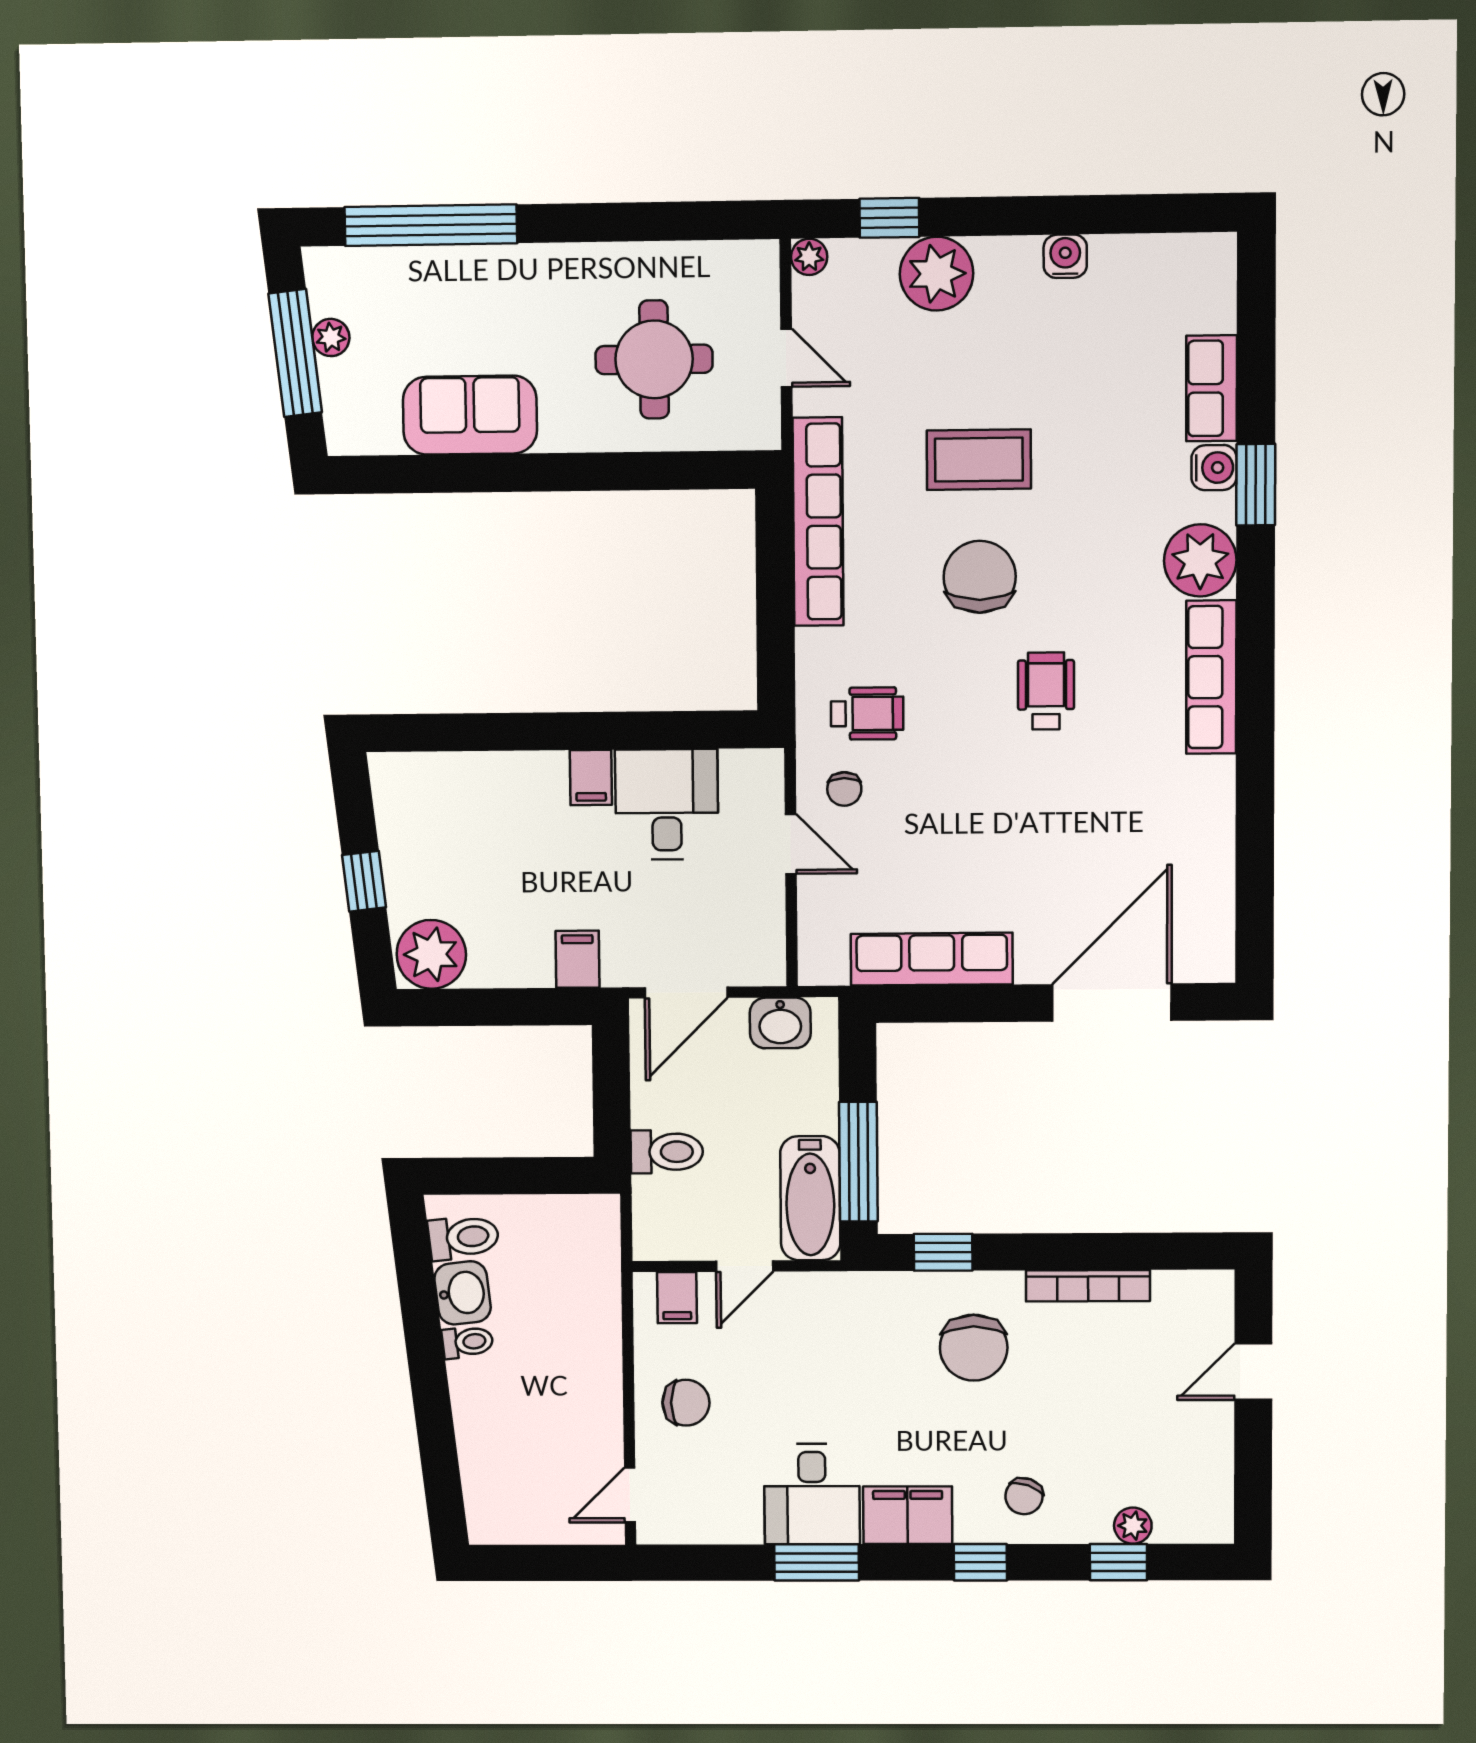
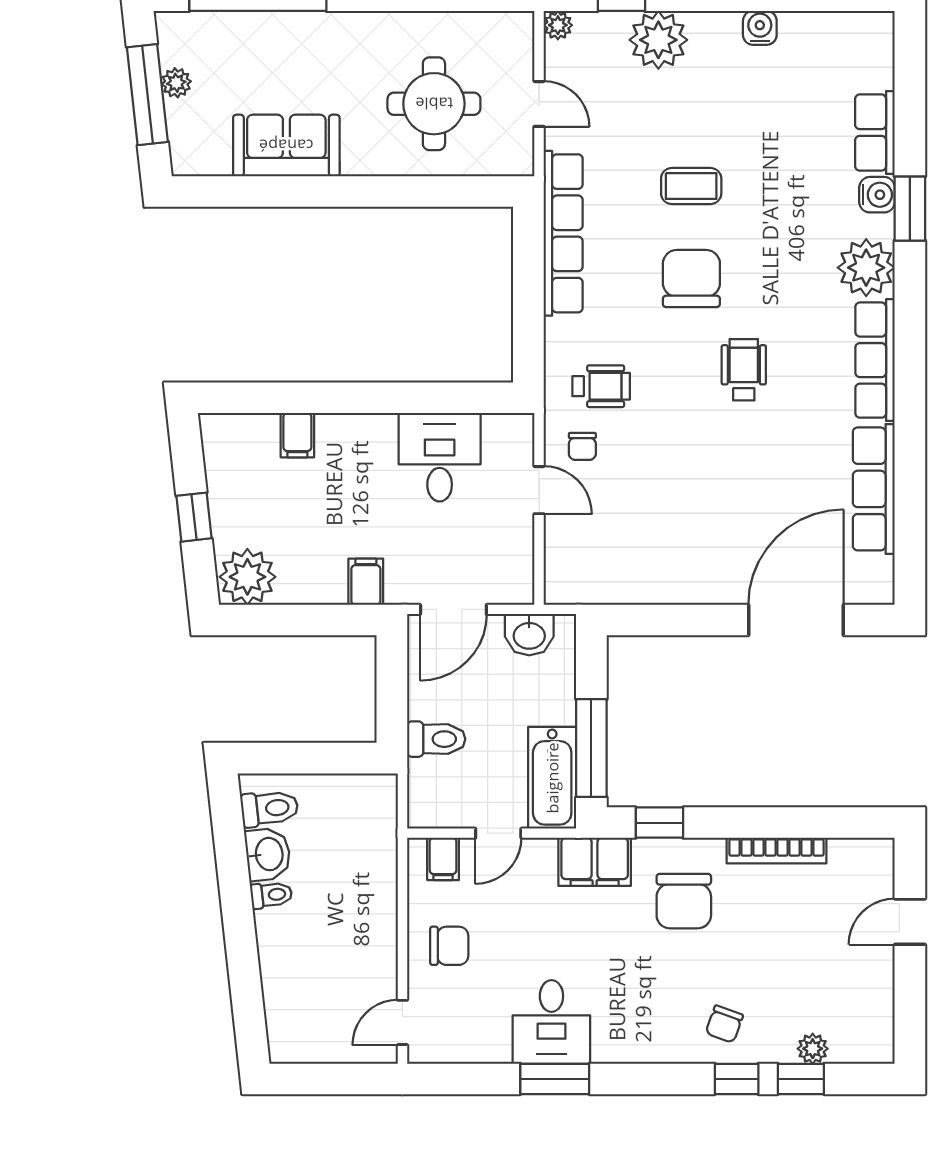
coffee table: (979, 460) -> (691, 186), width x0.73, depth x0.77
filing cabinet: (591, 777) -> (297, 435), moved
row of seats: (932, 959) -> (874, 489), moved, turned -90
filing cabinet: (908, 1515) -> (595, 862), moved, turned 180
window: (980, 1562) -> (737, 1079), moved

